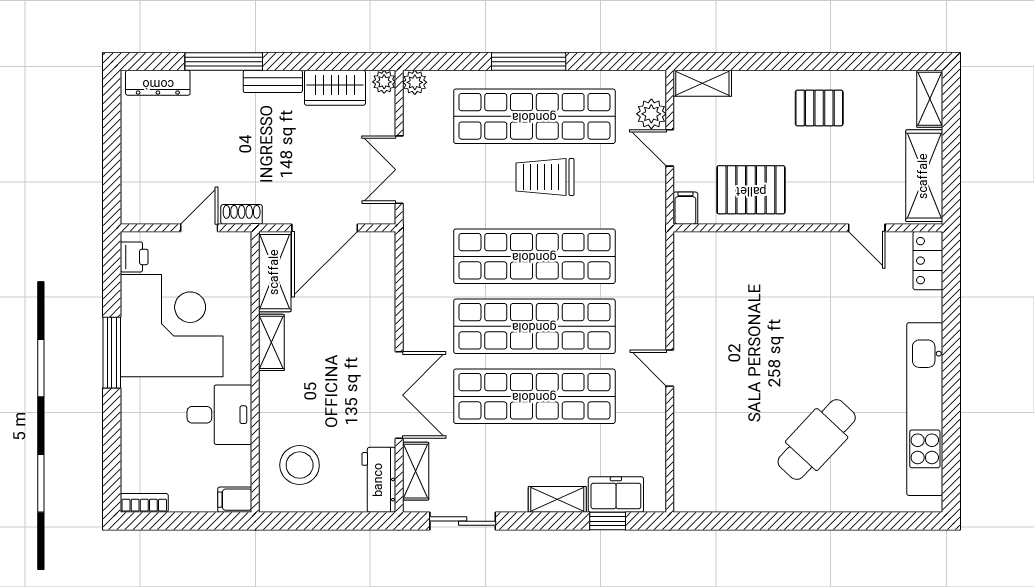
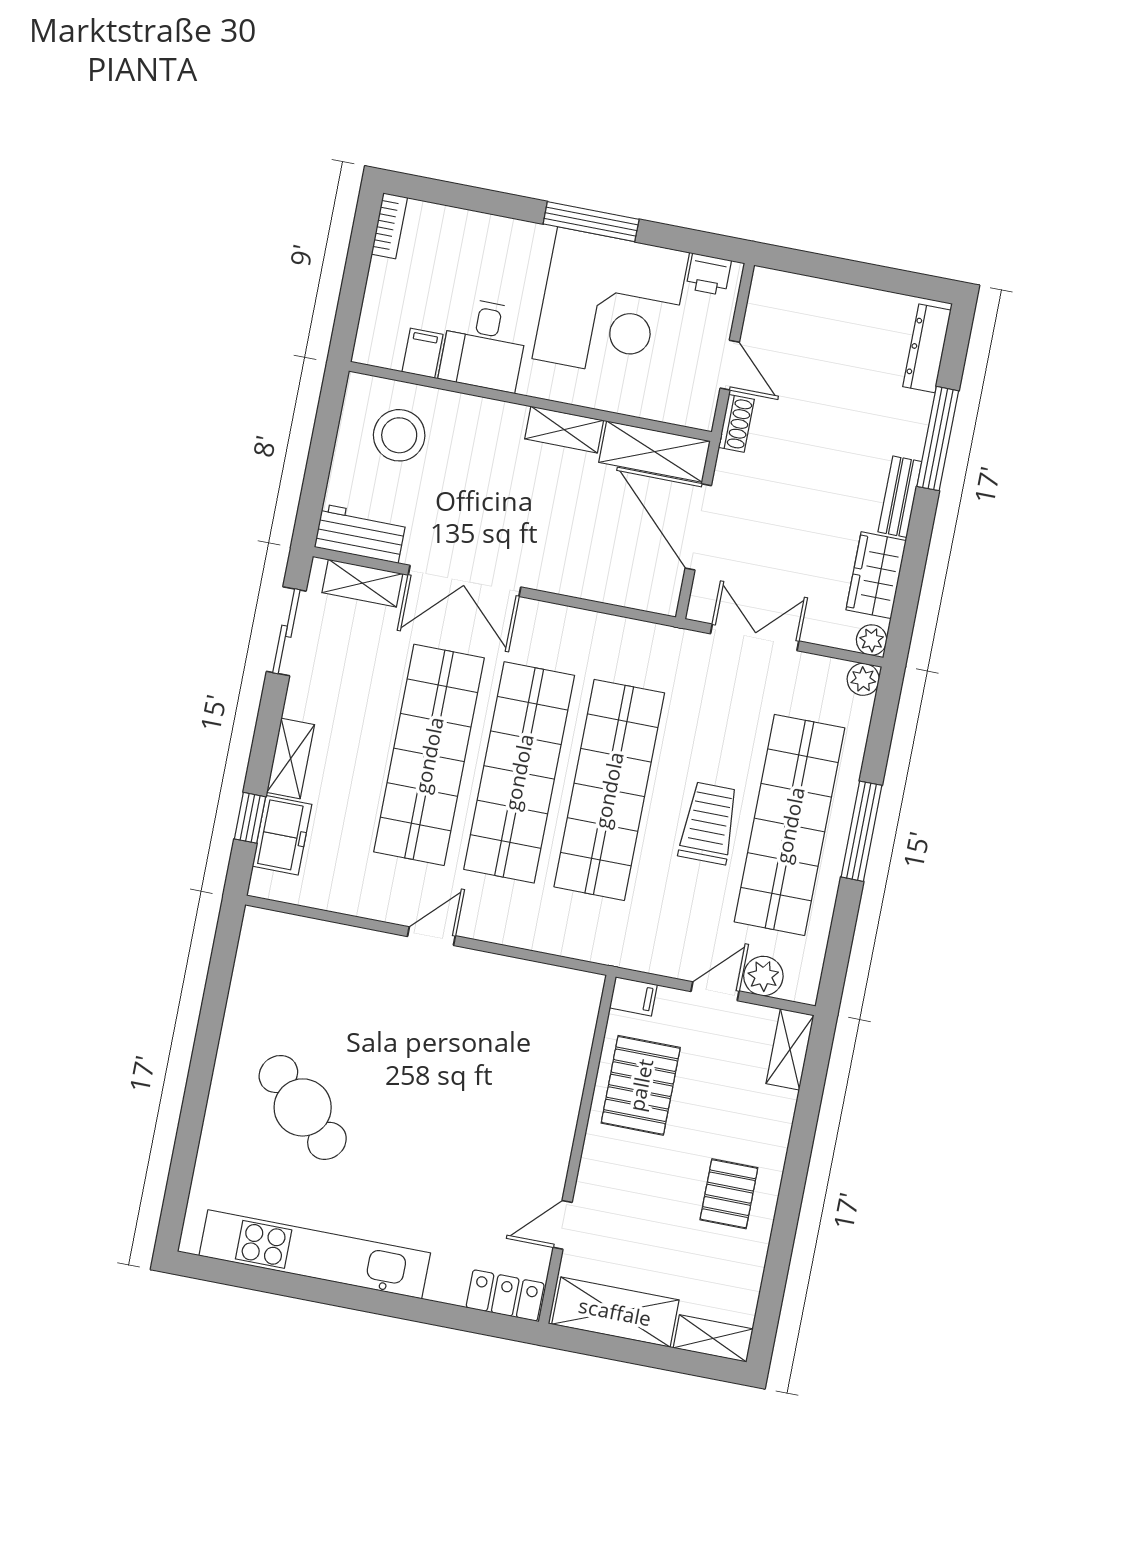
filing cabinet: (235, 500) -> (422, 353), moved

